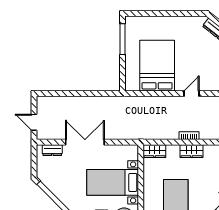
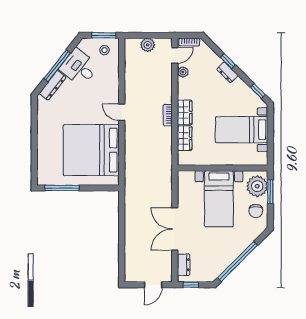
bed: (157, 66) -> (91, 150), width x1.36
wardrobe: (154, 151) -> (185, 138), moved
window: (34, 157) -> (191, 285), added

